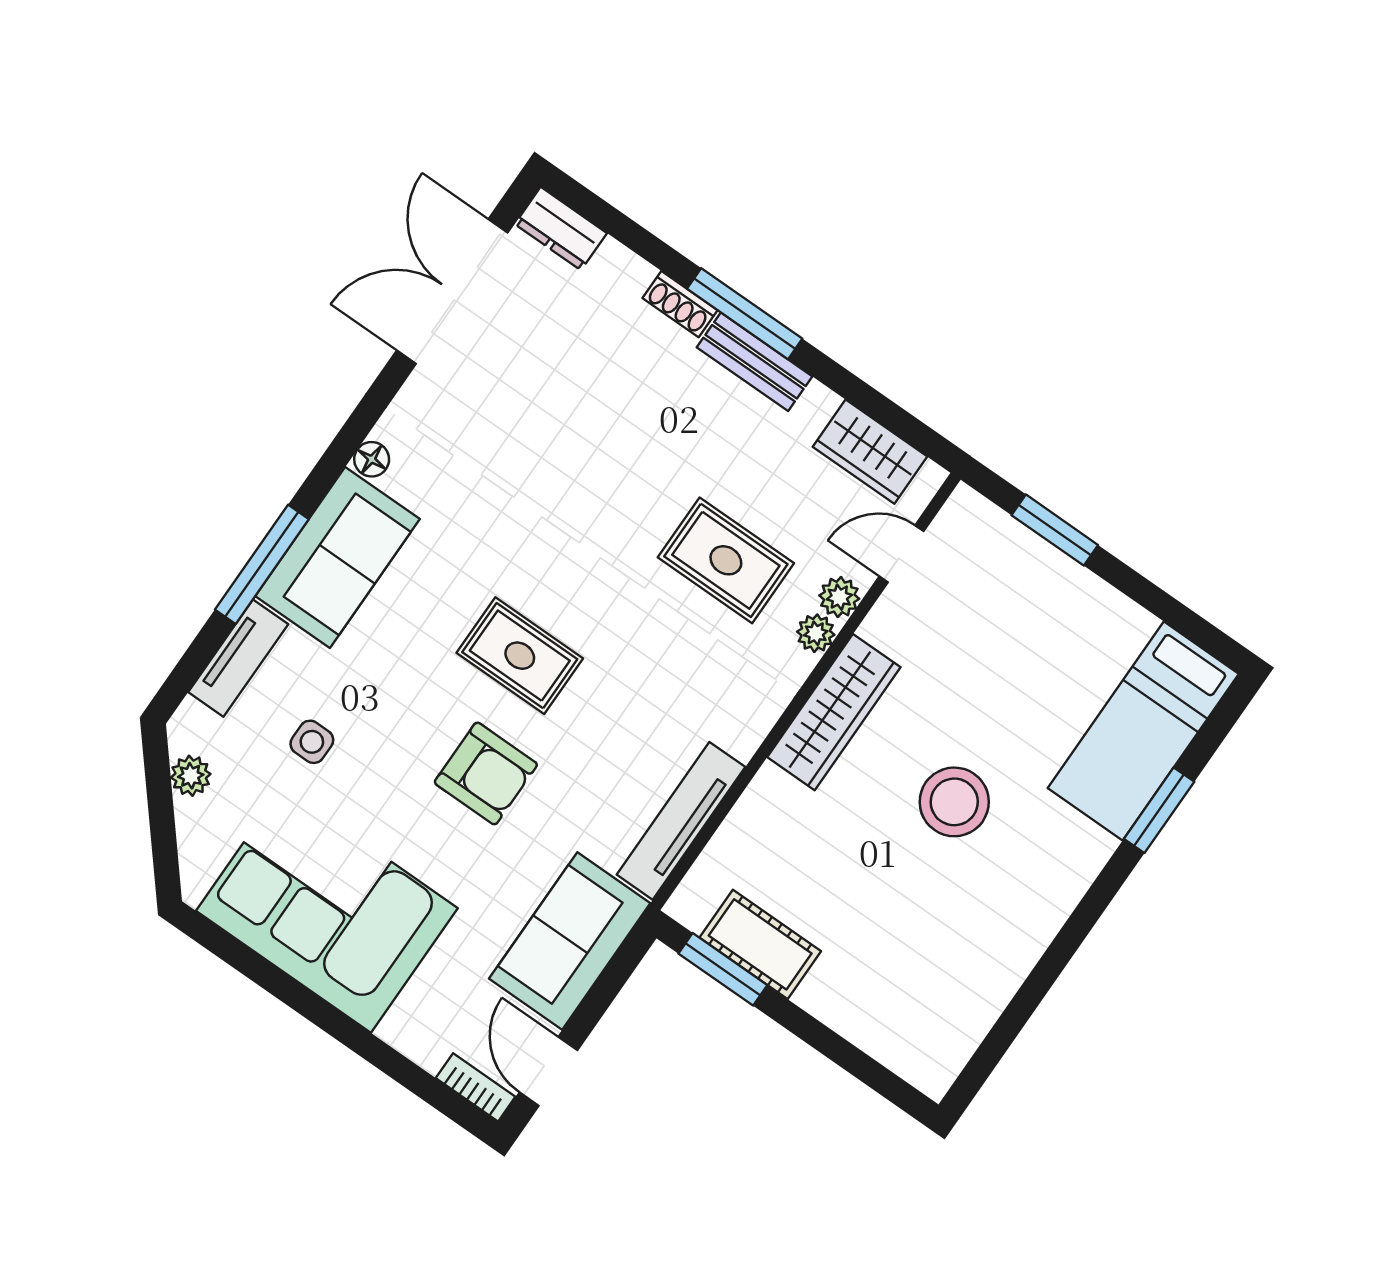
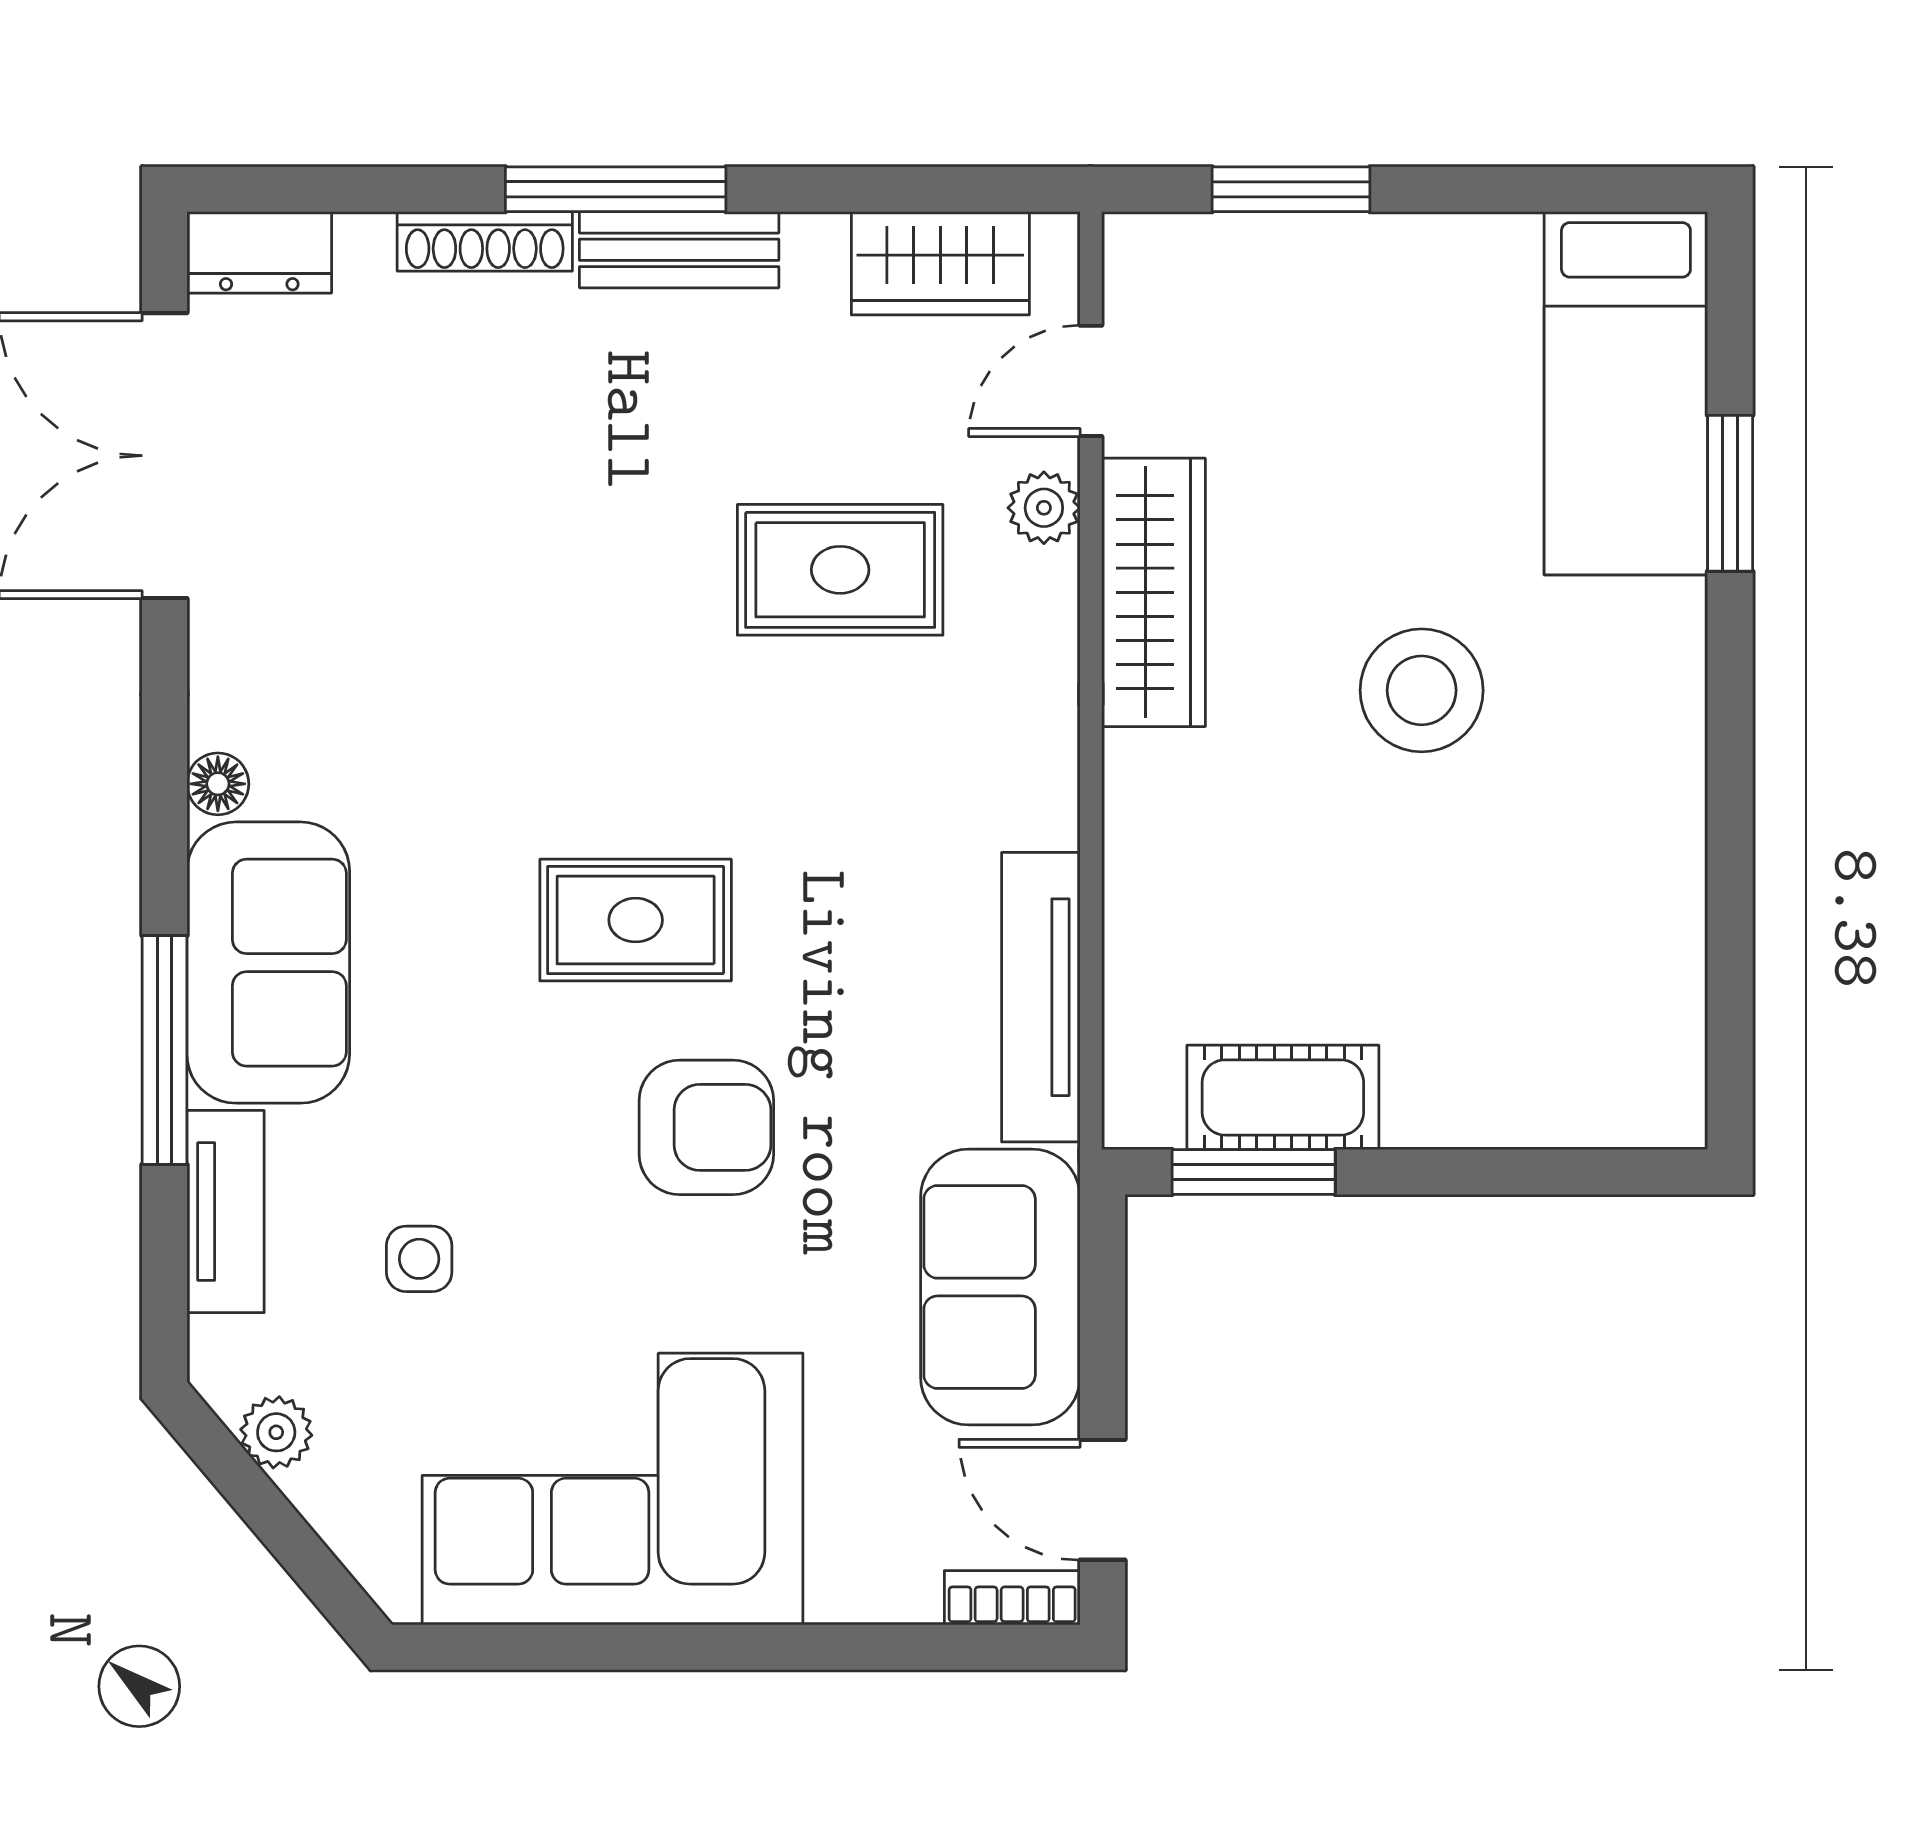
shoe rack: (680, 304) -> (485, 241), width x1.43
plant: (816, 633) -> (1046, 585), removed
wardrobe: (834, 712) -> (1153, 592), moved

